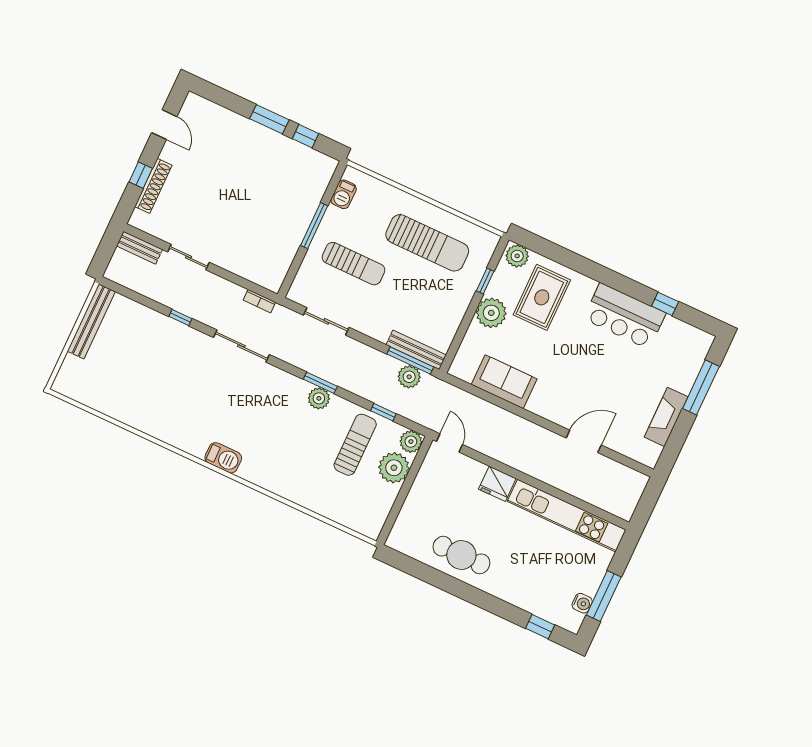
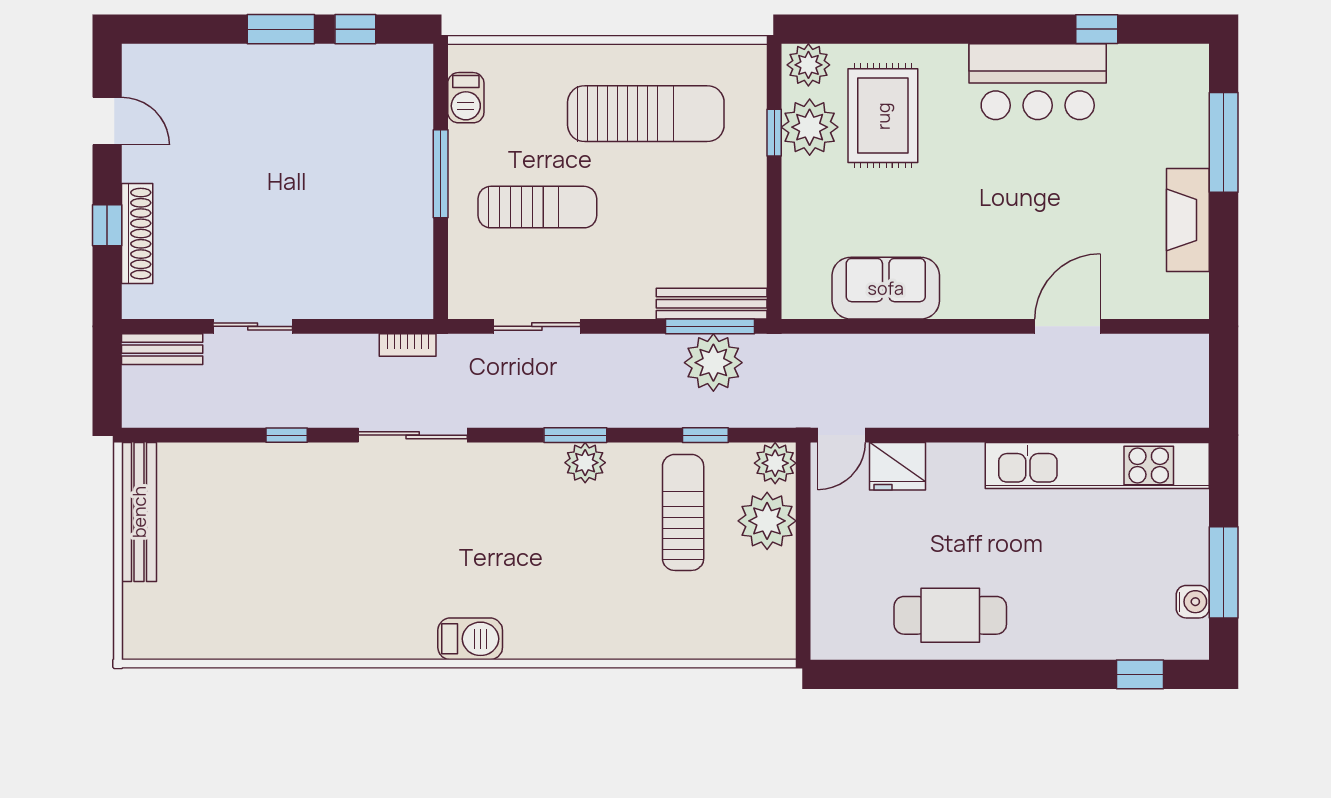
plant: (491, 313) -> (810, 127), moved
plant: (409, 377) -> (713, 363), width x1.36, depth x1.36
door: (449, 443) -> (842, 435), swing flipped
fridge: (497, 484) -> (897, 466), moved

